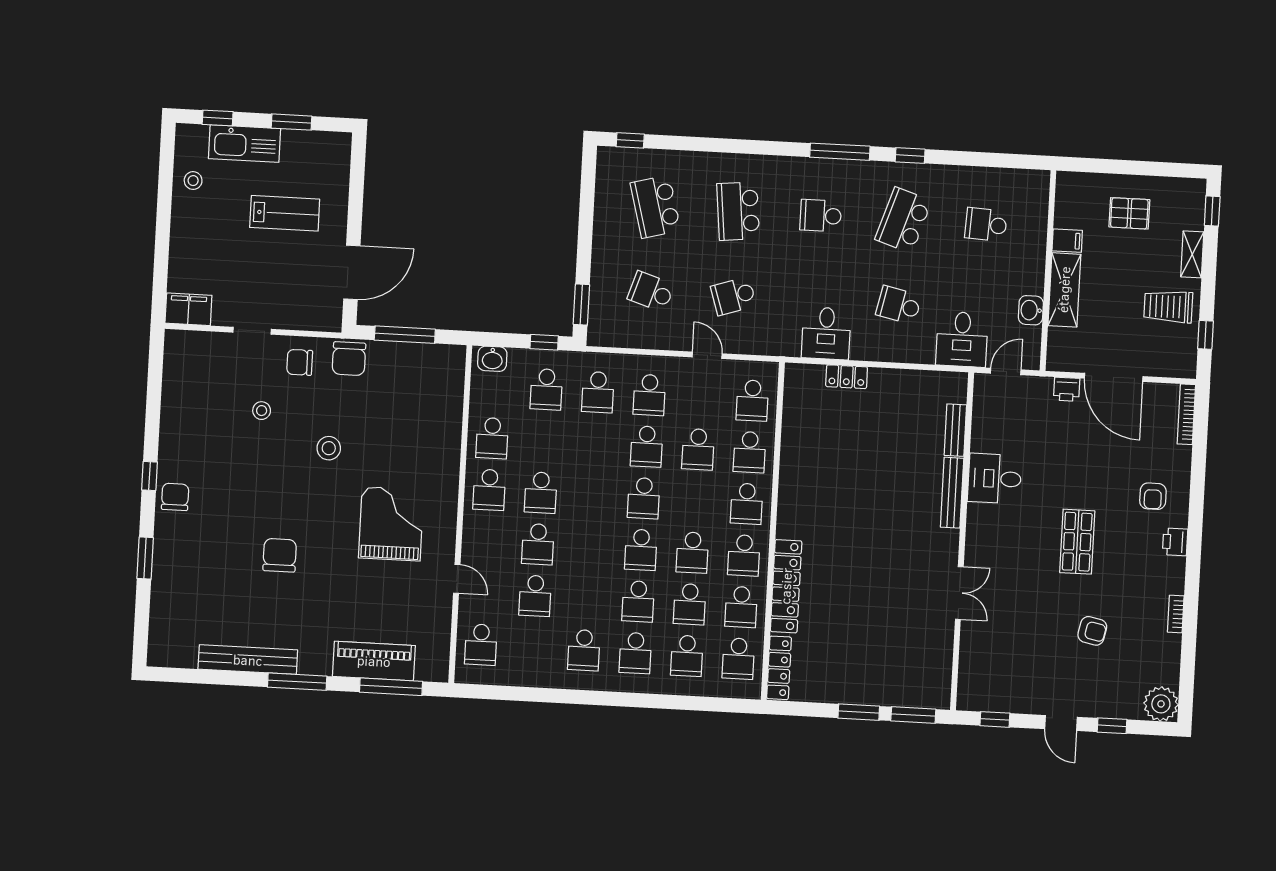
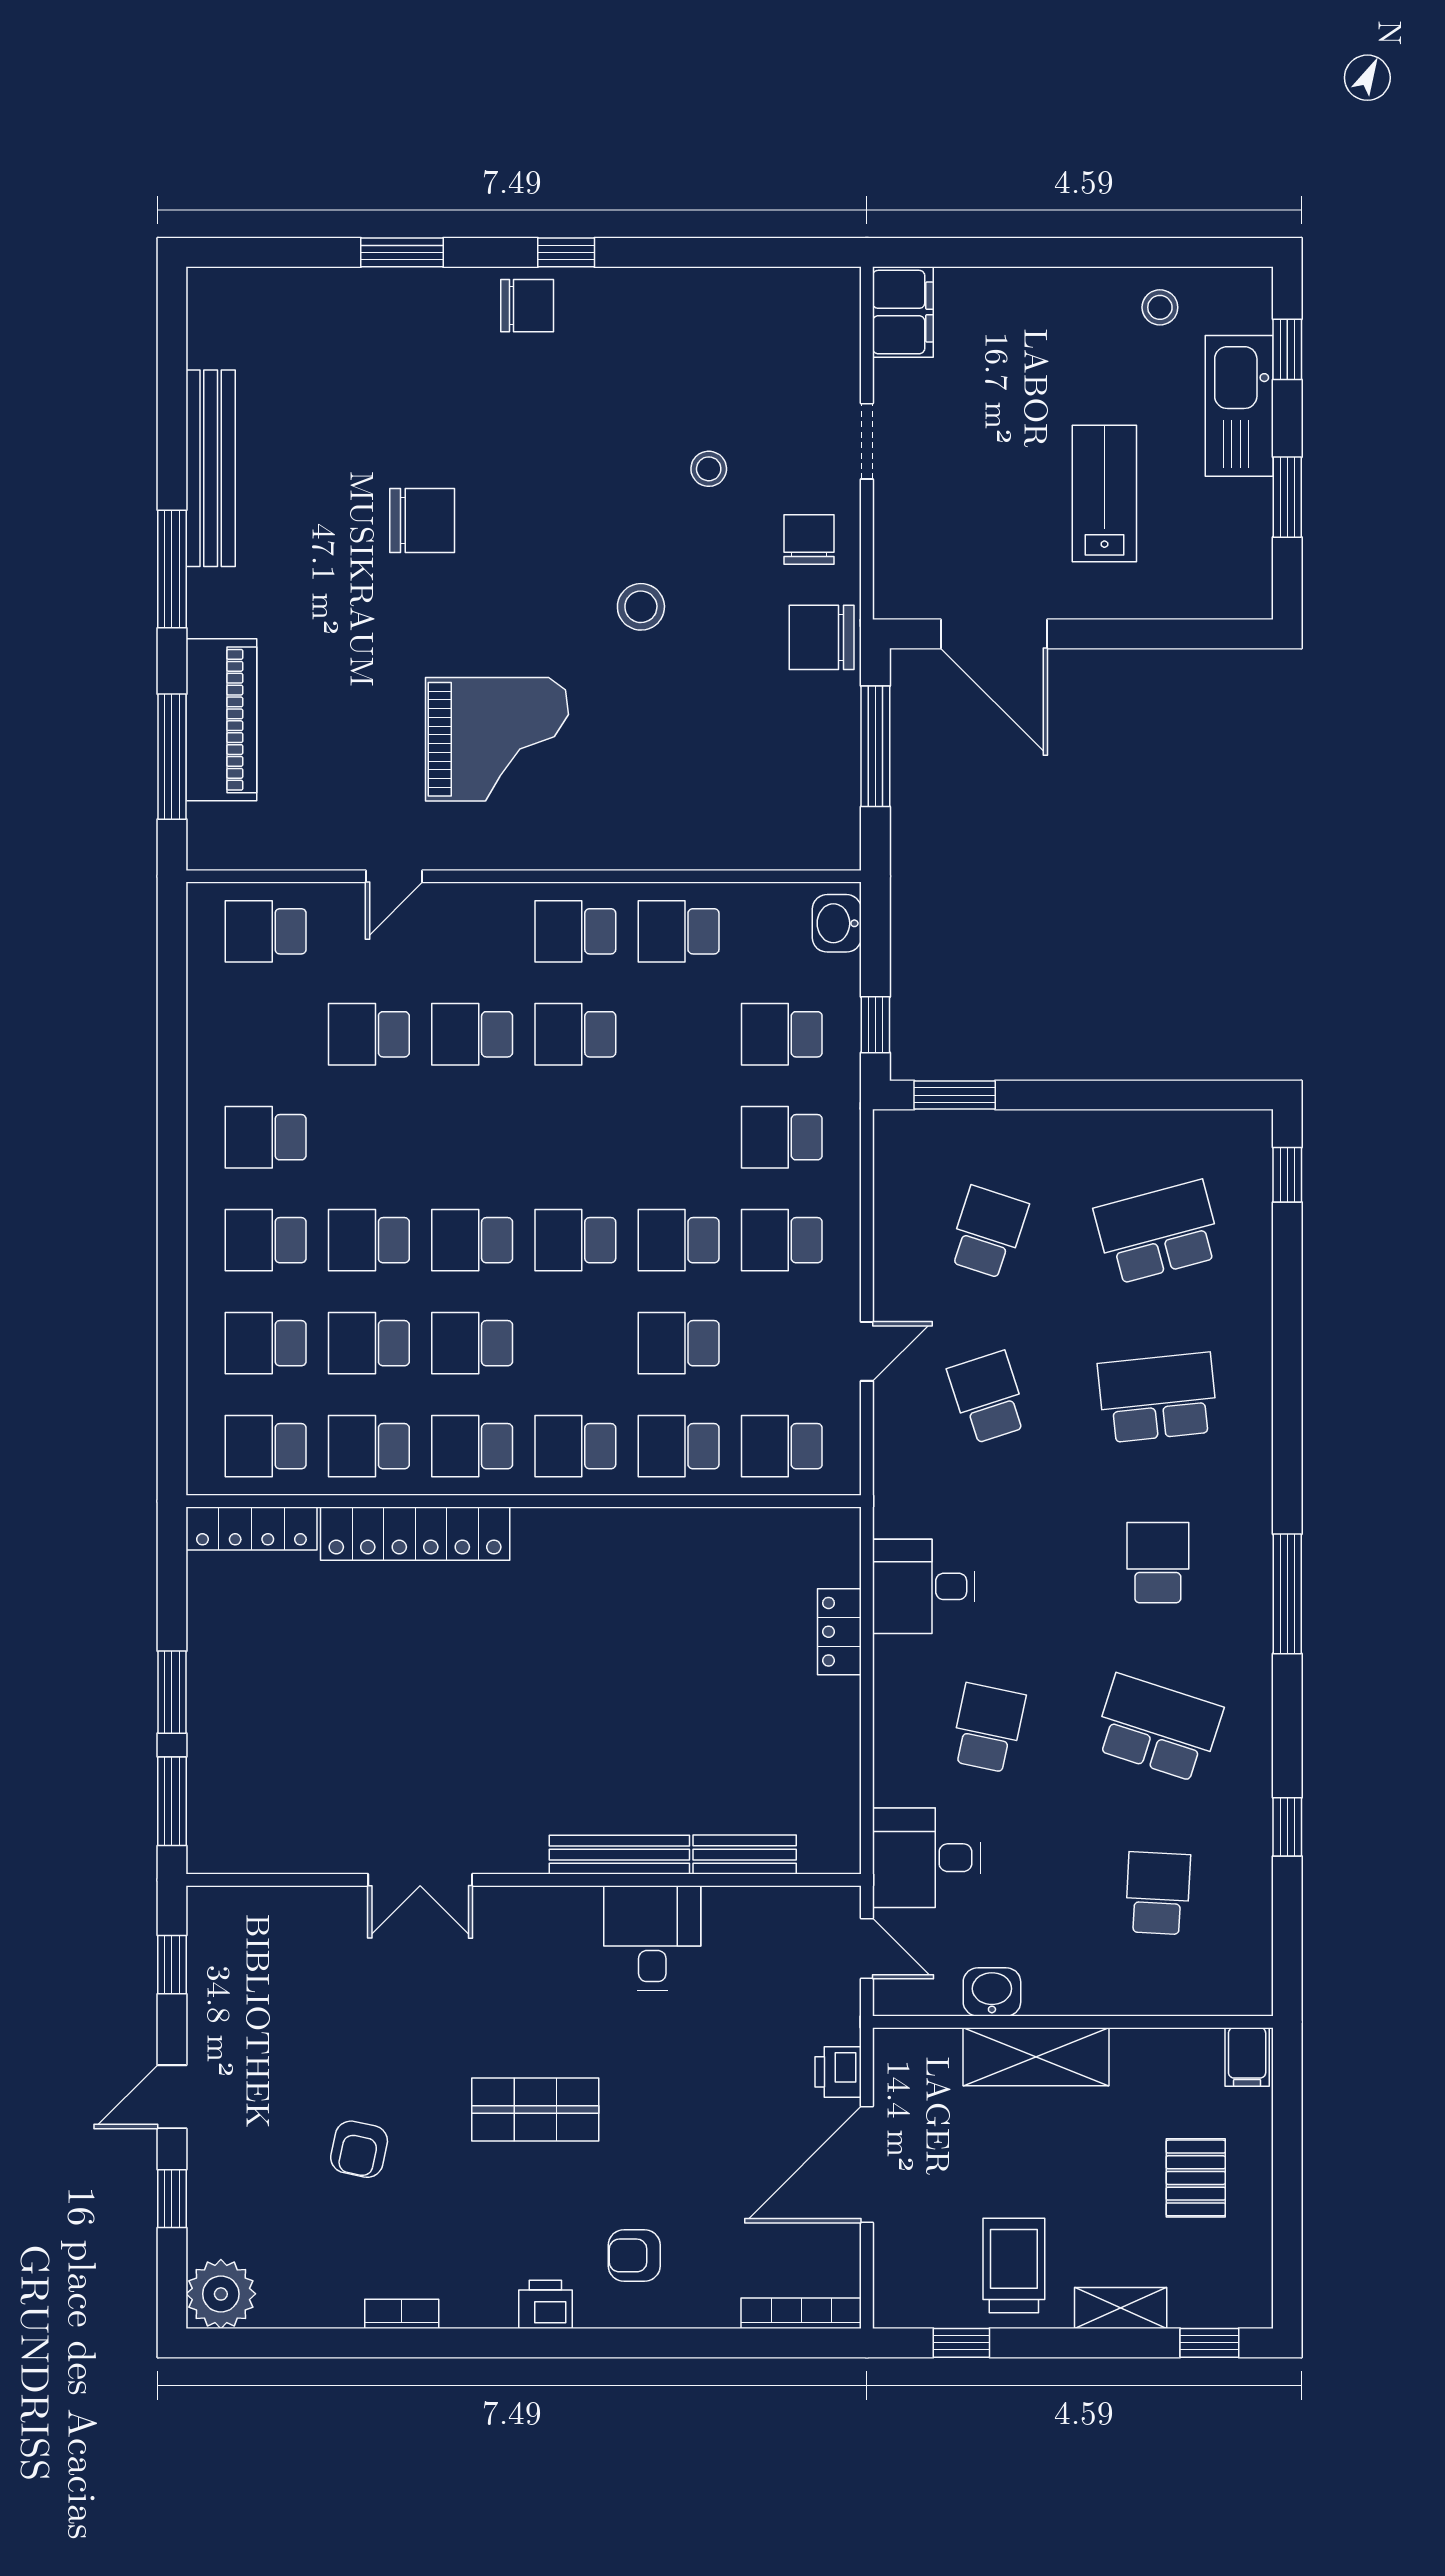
window: (910, 156) -> (1287, 1827), moved
lab bench: (285, 213) -> (1104, 493), turned 180
filing cabinet: (1067, 241) -> (1247, 2057), moved

